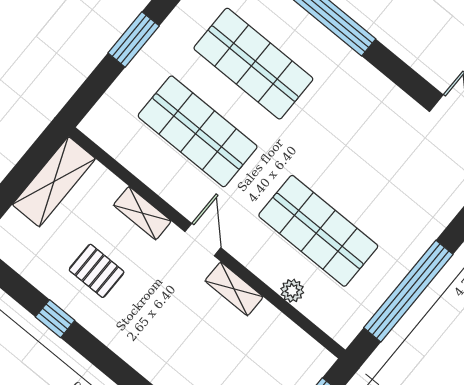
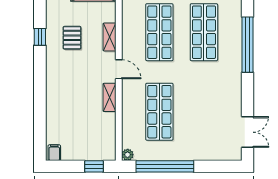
door: (203, 240) -> (119, 69), hinge flipped
plant: (292, 291) -> (128, 155), moved

